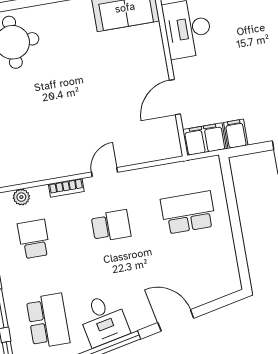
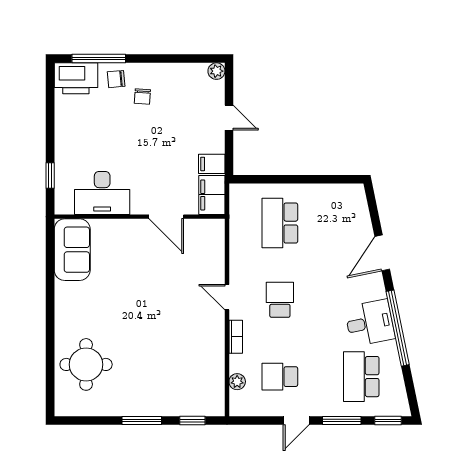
school desk: (48, 321) -> (361, 377), turned -90

